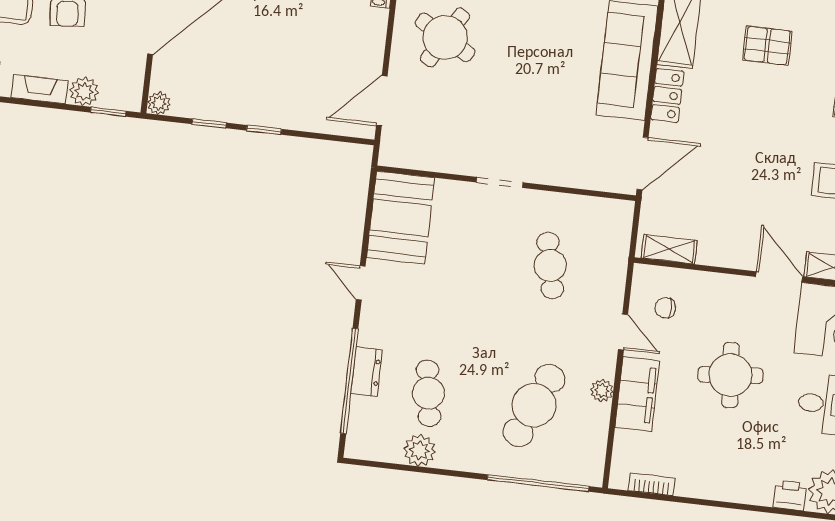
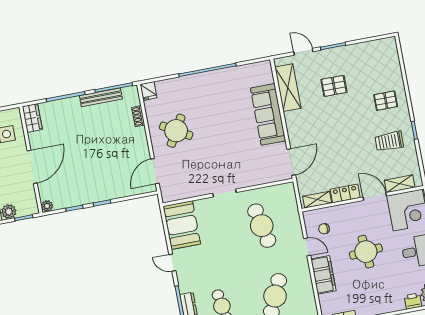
locker: (667, 95) -> (345, 193), moved, turned -90
cafe table: (550, 266) -> (262, 226), width x1.37, depth x1.35
plant: (602, 391) -> (306, 279), removed

